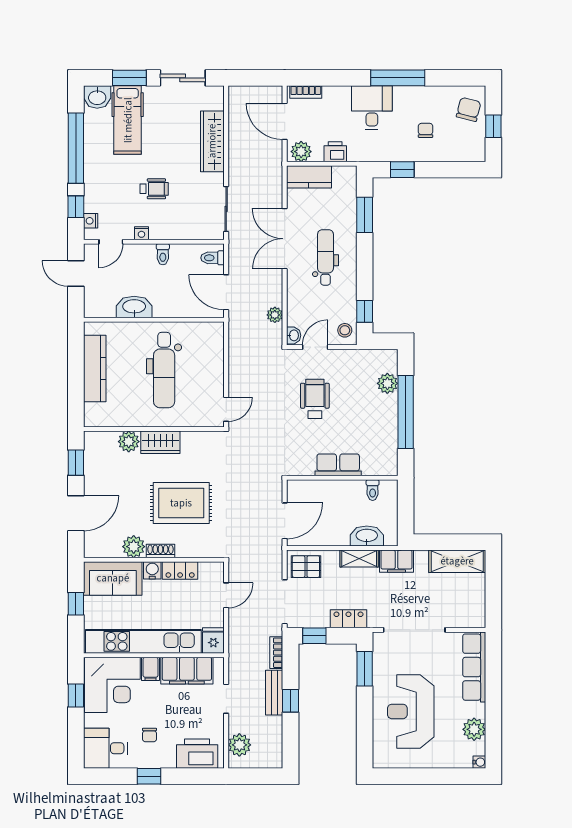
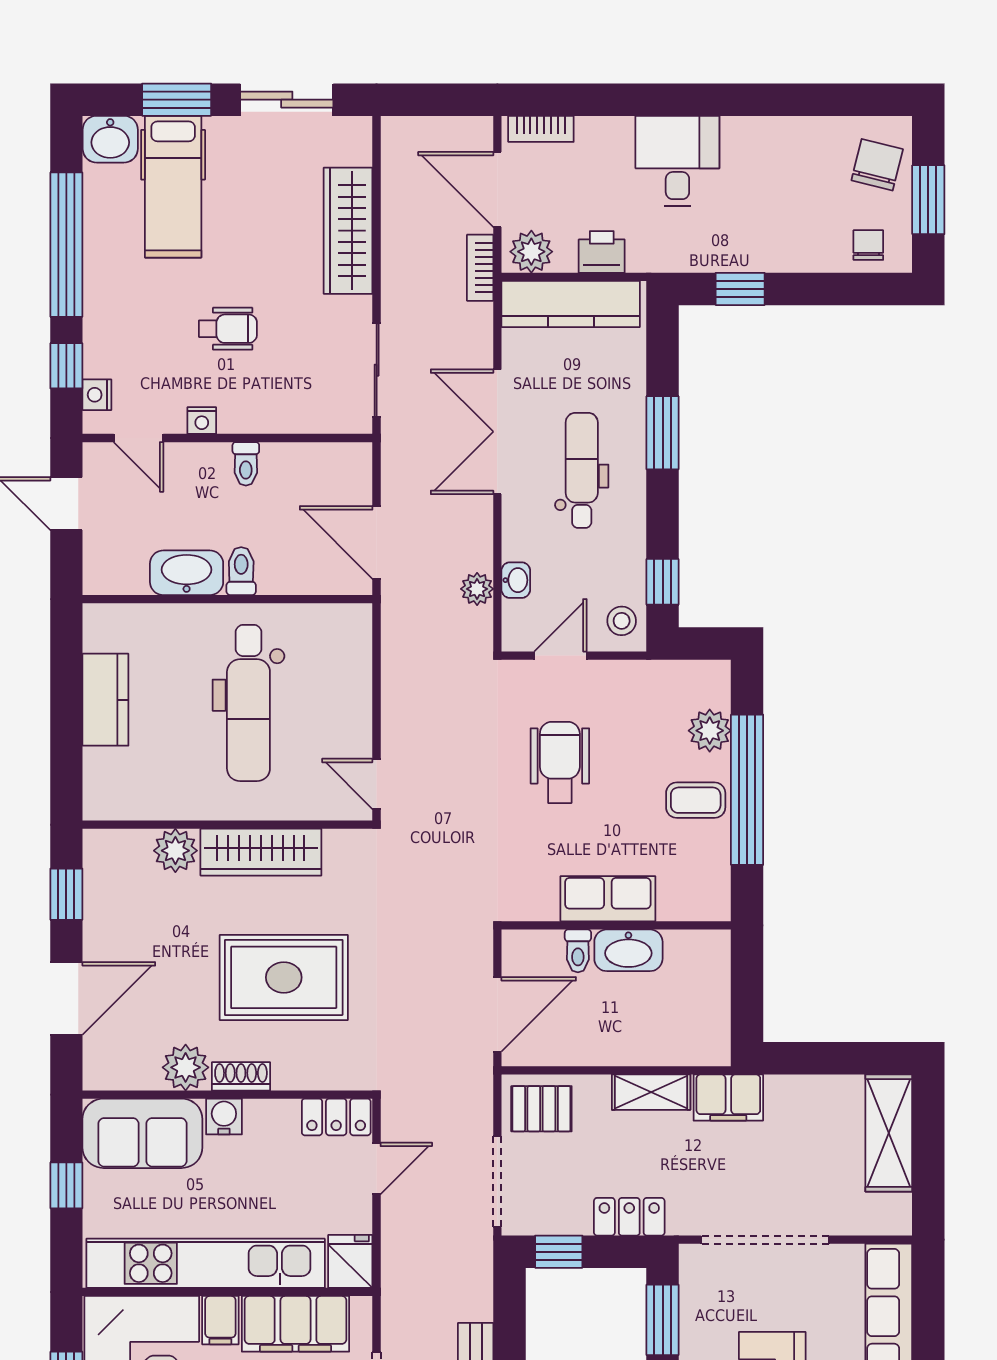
window: (398, 78) -> (731, 100), removed
window: (493, 126) -> (928, 200), width x1.50
chair: (426, 130) -> (868, 245), moved
kitchen counter: (309, 177) -> (571, 304), width x1.50
window: (365, 215) -> (663, 433), moved
door: (111, 242) -> (139, 438), hinge flipped
toilet: (213, 258) -> (241, 571), moved, turned 90
washbasin: (294, 335) -> (516, 580), moved
kitchen counter: (95, 368) -> (105, 700), width x0.67
door: (226, 409) -> (377, 784), swing flipped
coffee table: (381, 417) -> (696, 800), added
wardrobe: (160, 442) -> (261, 852), width x1.50
toilet: (373, 490) -> (578, 951), moved
washbasin: (367, 536) -> (628, 950), moved, turned 180
shelving: (457, 561) -> (889, 1133), moved, turned 90
locker: (180, 571) -> (336, 1117), moved
bookcase: (276, 653) -> (480, 268), moved

